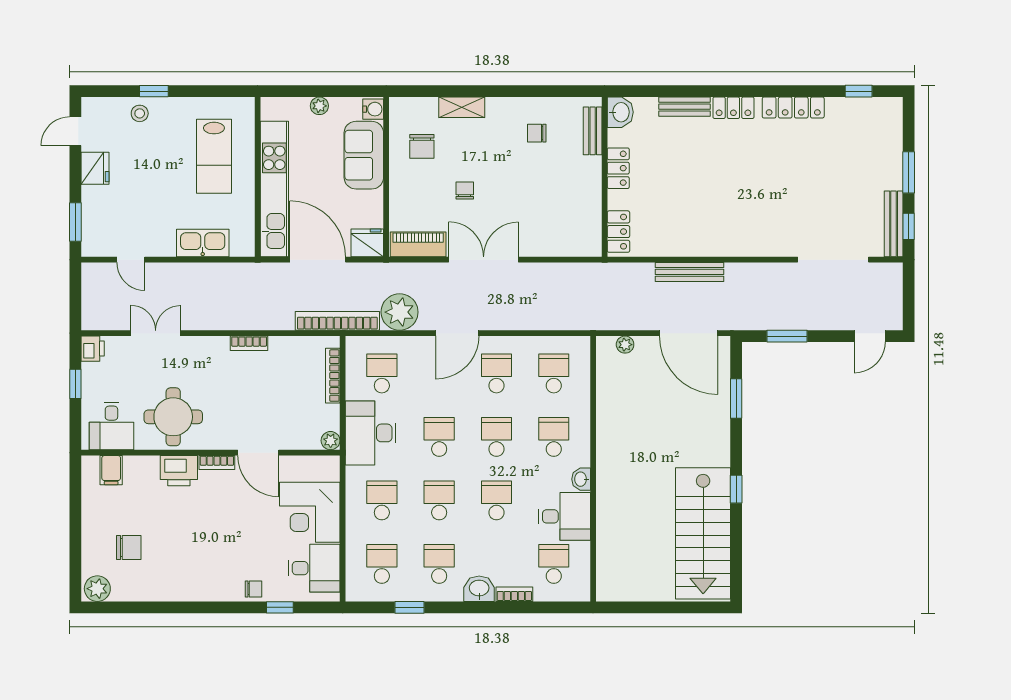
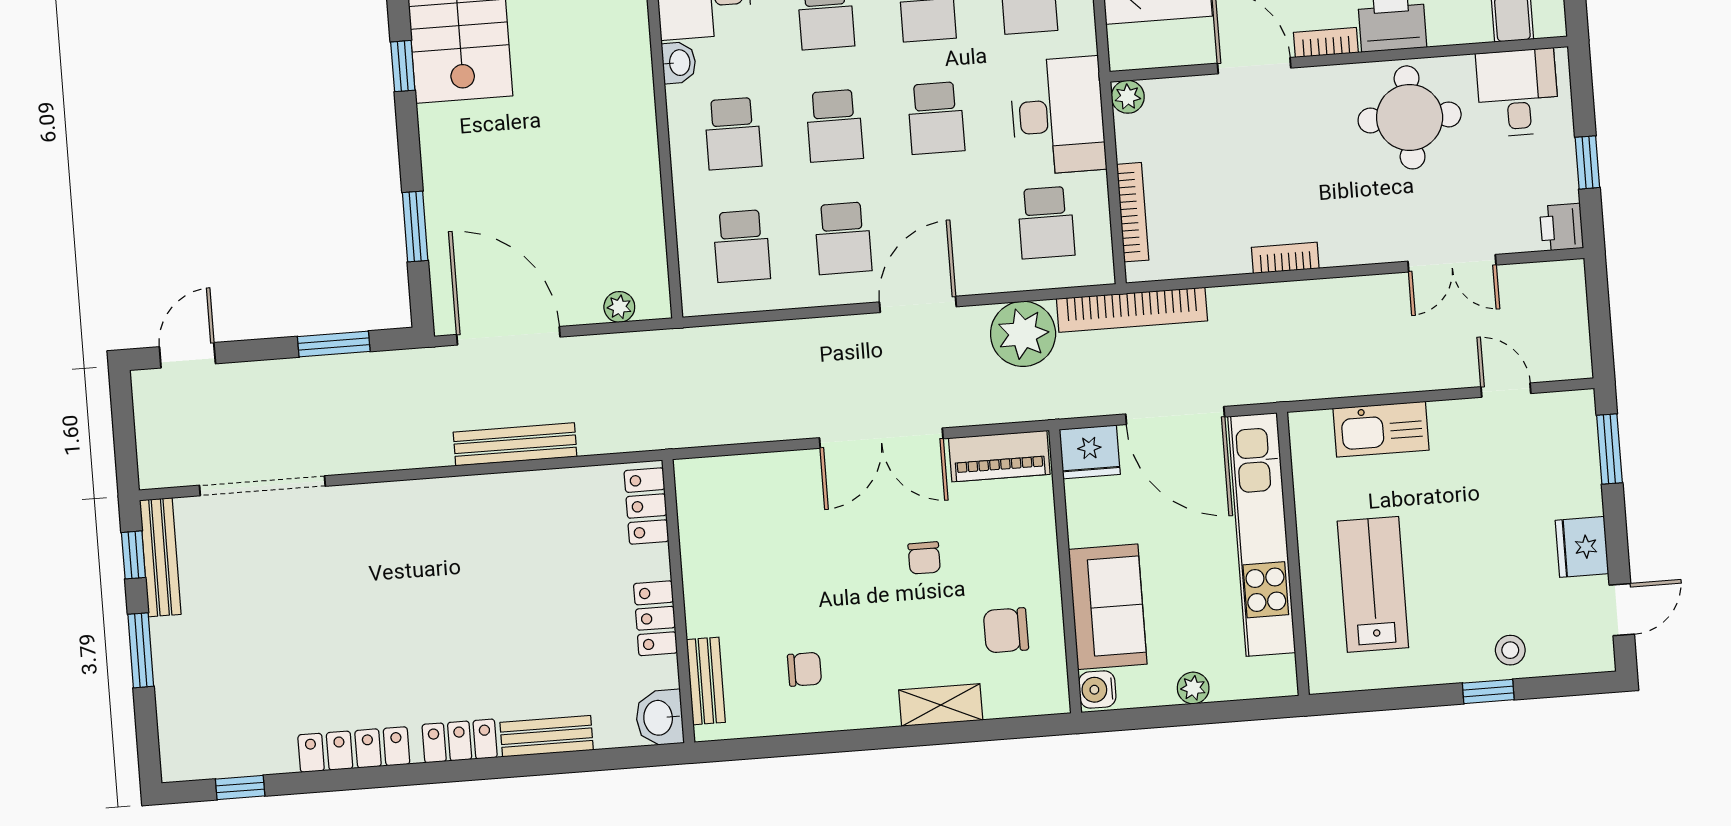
chair: (422, 146) -> (1006, 630), turned -90

